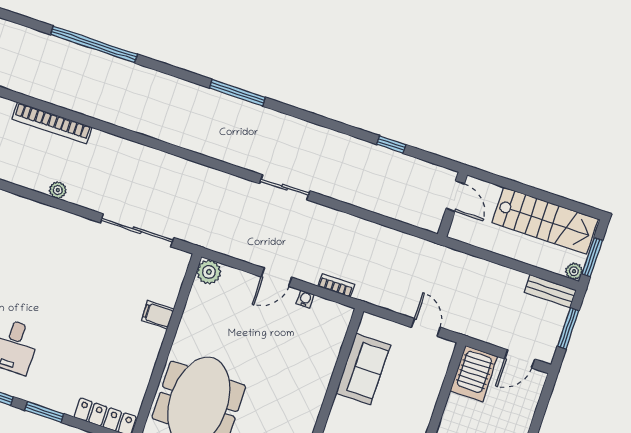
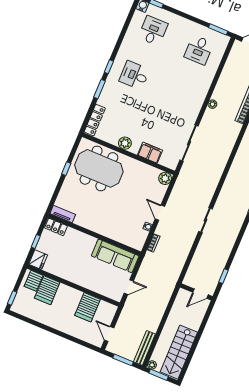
door: (455, 196) -> (200, 294), moved
wall: (453, 204) -> (196, 292), moved
bench: (550, 291) -> (144, 348), width x1.36
filing cabinet: (158, 315) -> (150, 153), width x2.00
plant: (146, 355) -> (125, 143), added
sofa: (363, 369) -> (115, 256), width x1.36
server rack: (474, 374) -> (87, 307), moved, turned -90

